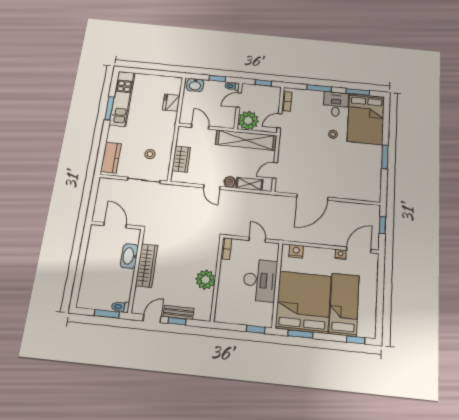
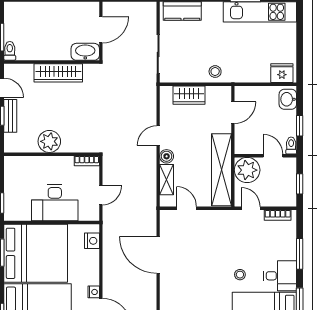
fridge: (171, 103) -> (282, 73), moved
stool: (150, 154) -> (215, 72), moved
washbasin: (129, 256) -> (85, 52), moved

